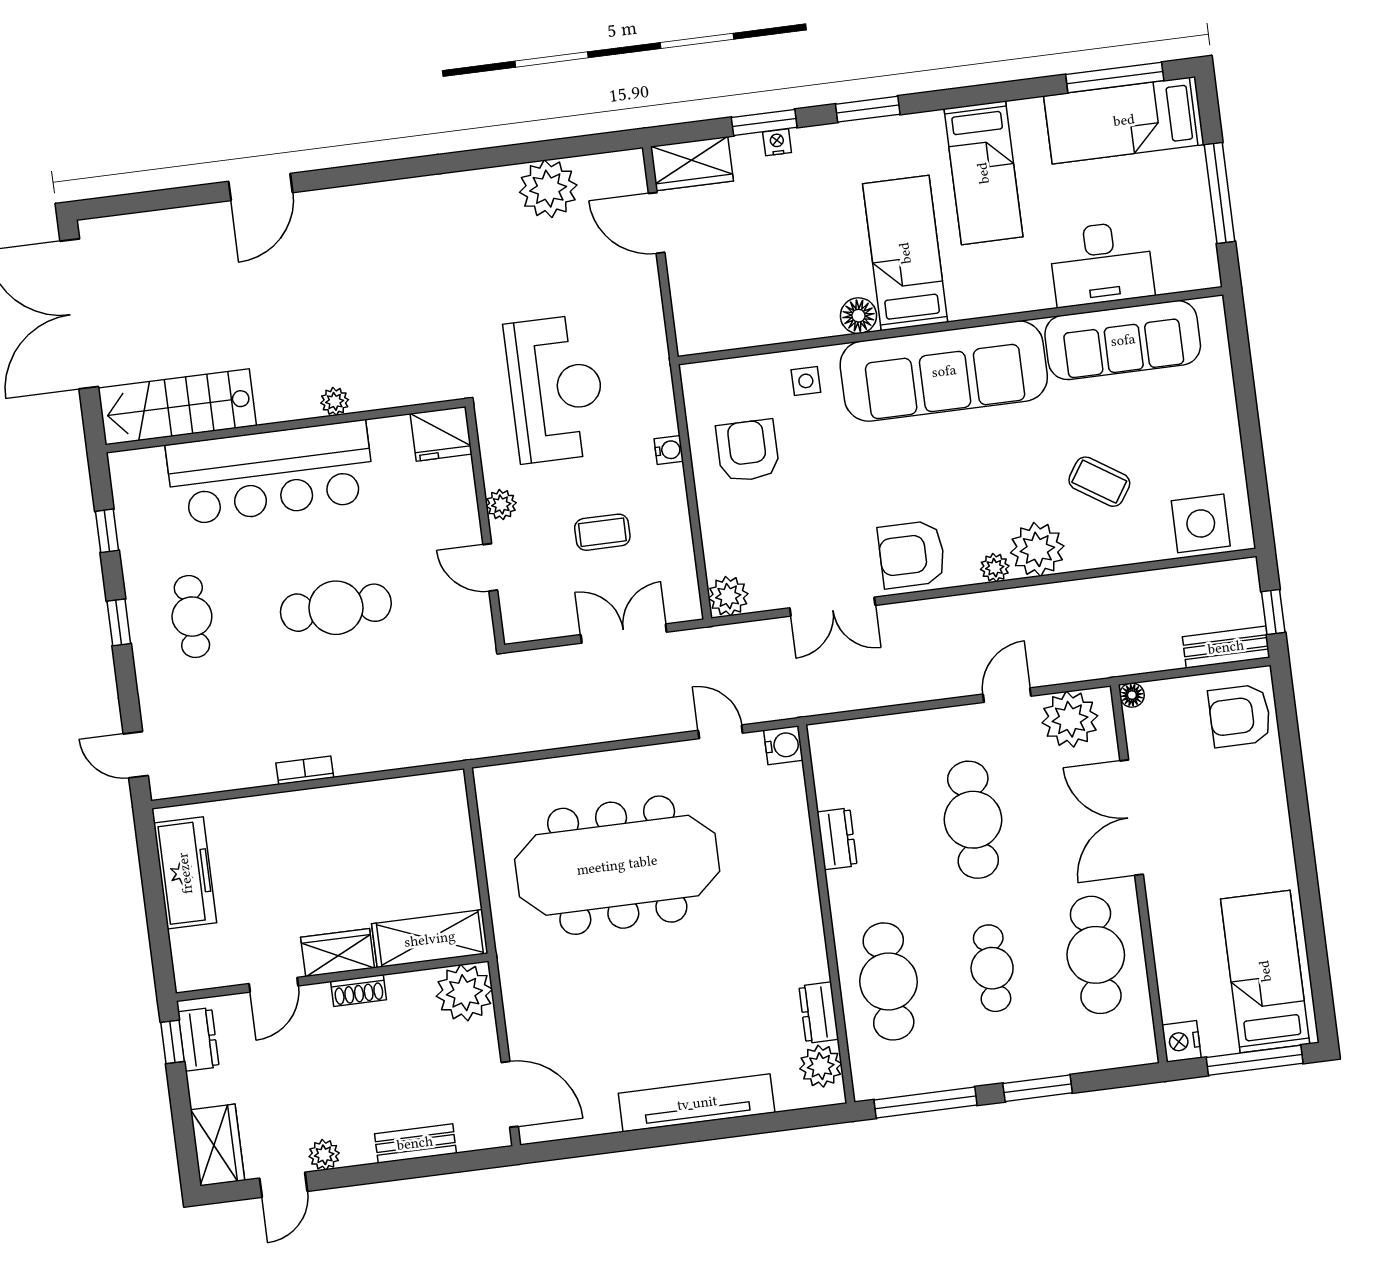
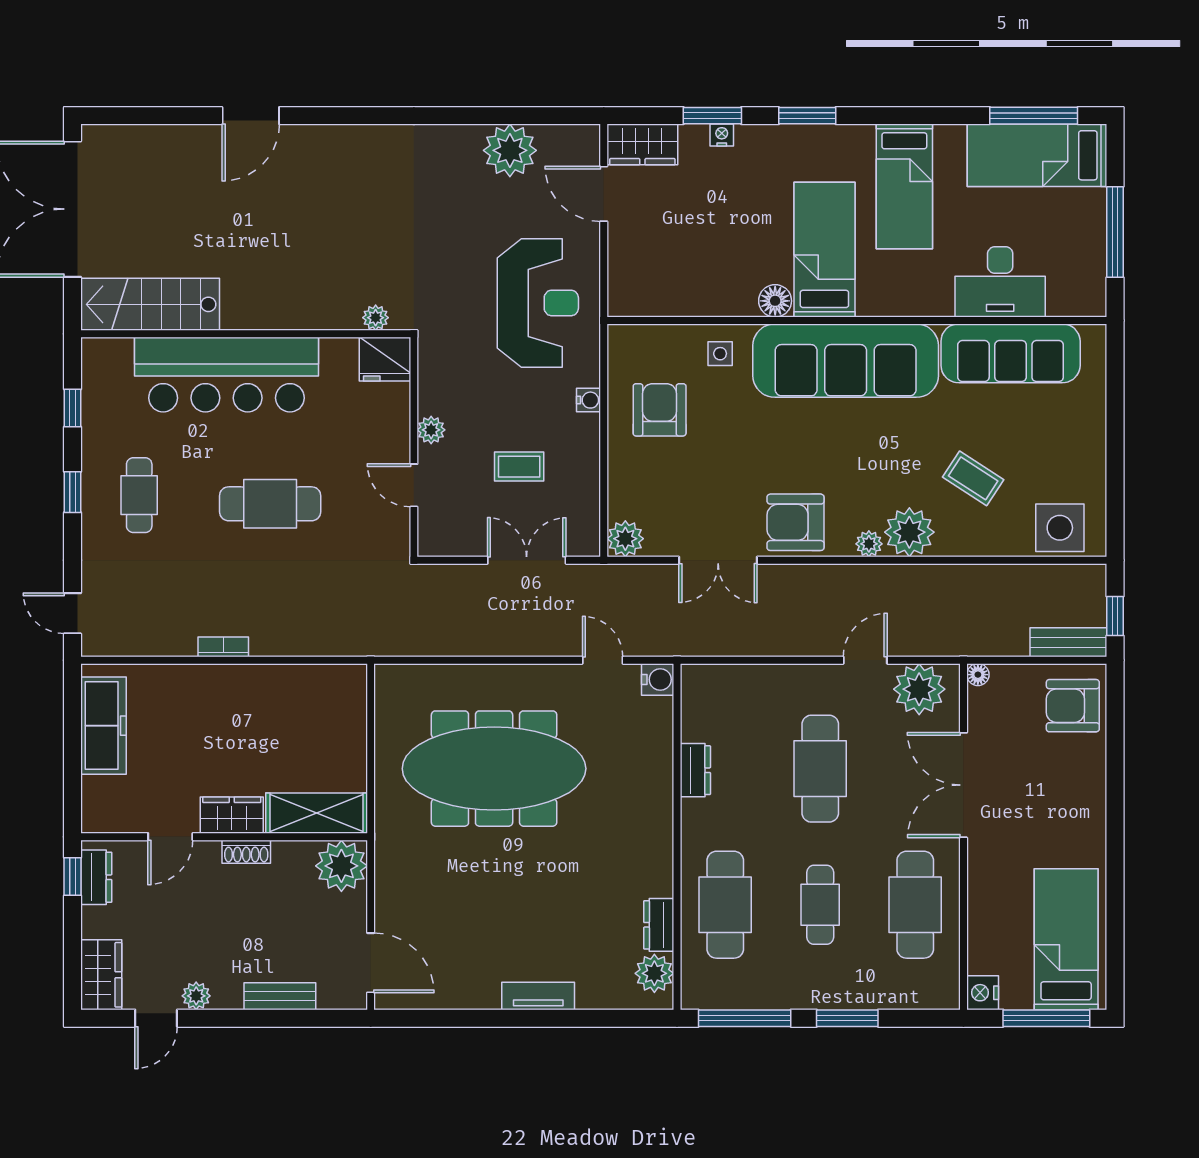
reception desk: (556, 389) -> (538, 303), moved
plant: (335, 401) -> (376, 318), moved
tv unit: (697, 1103) -> (538, 996), width x0.52, depth x0.78

